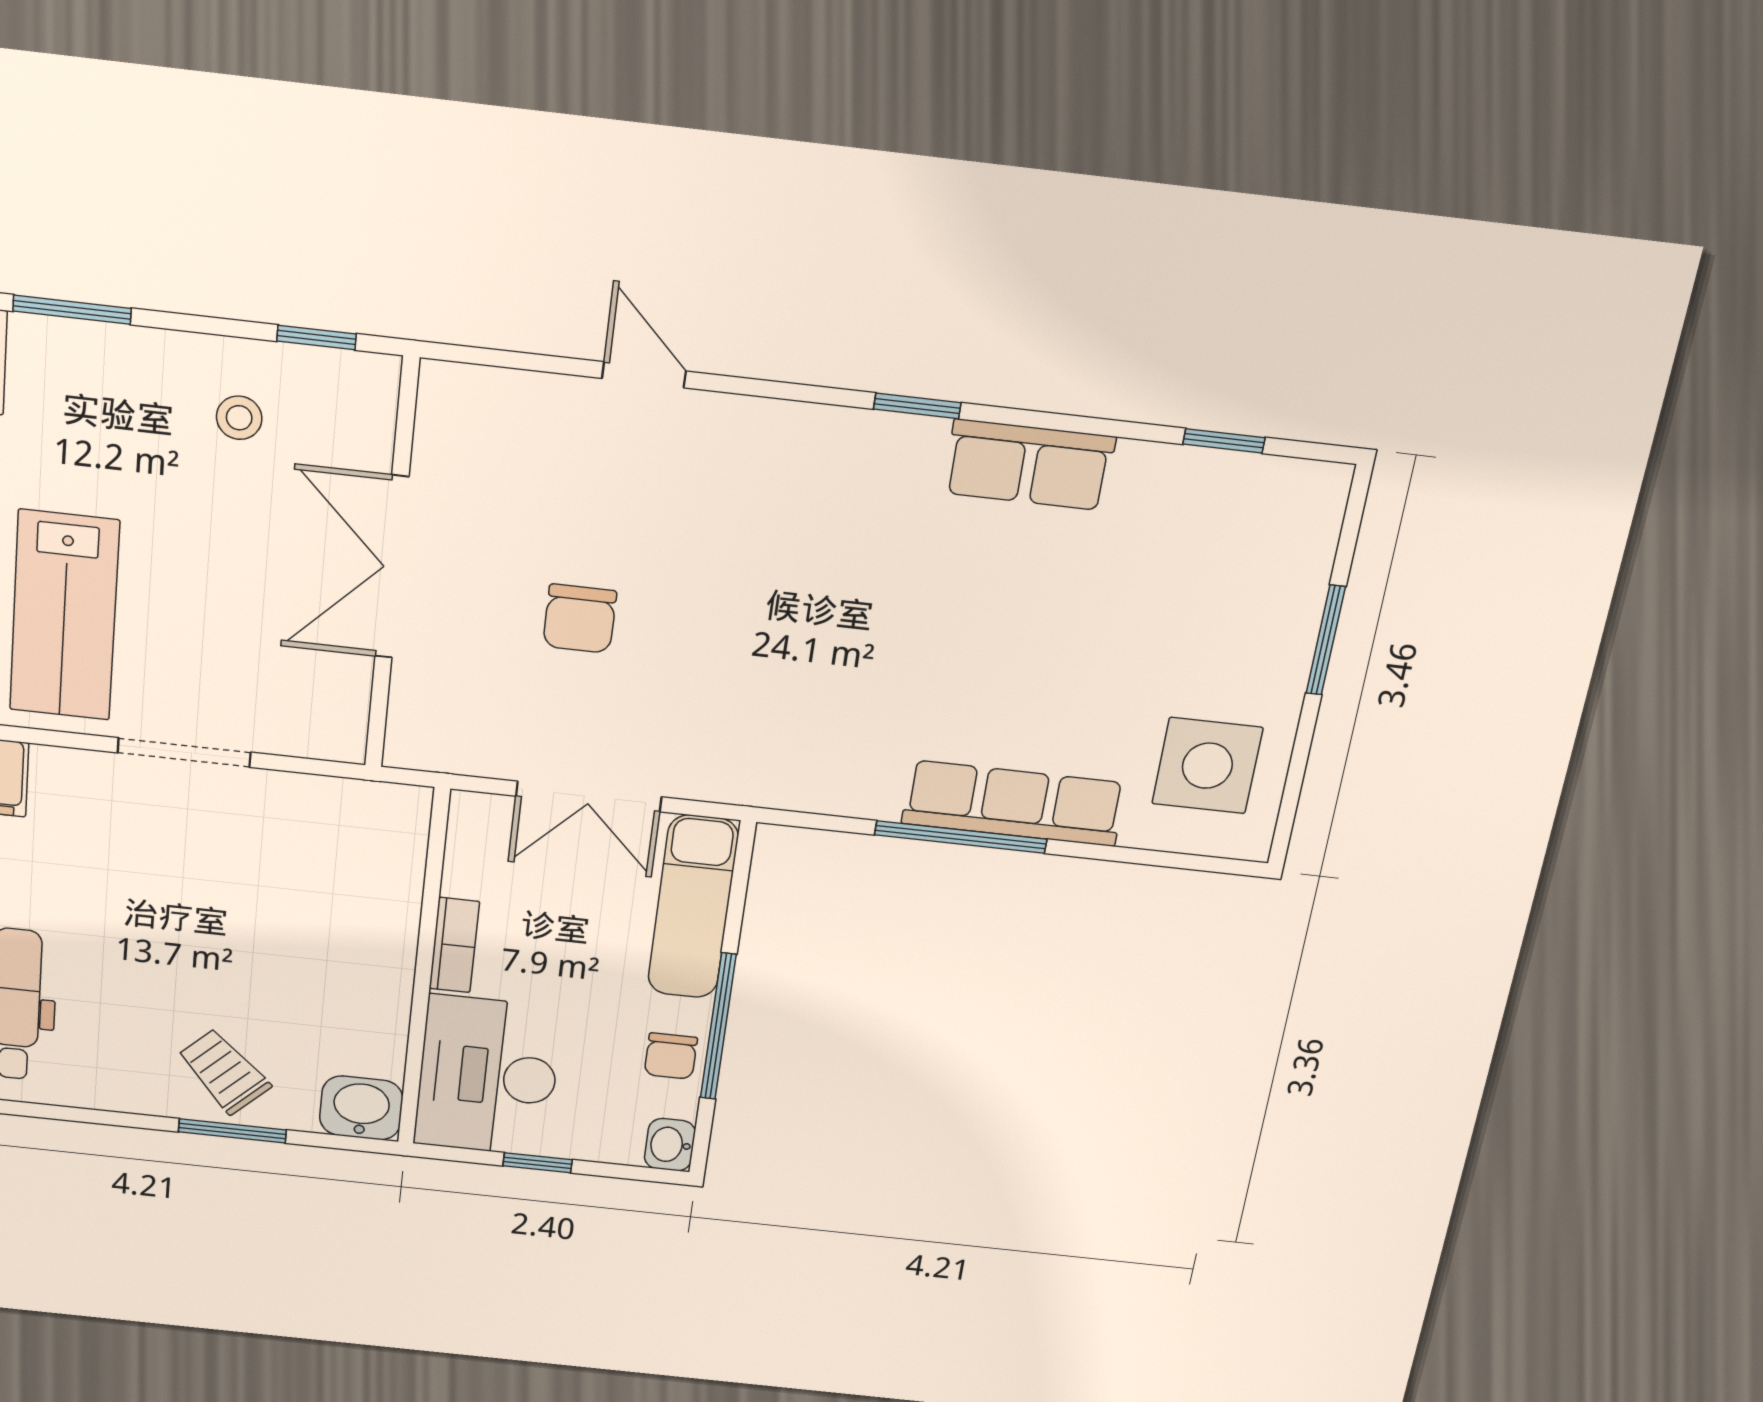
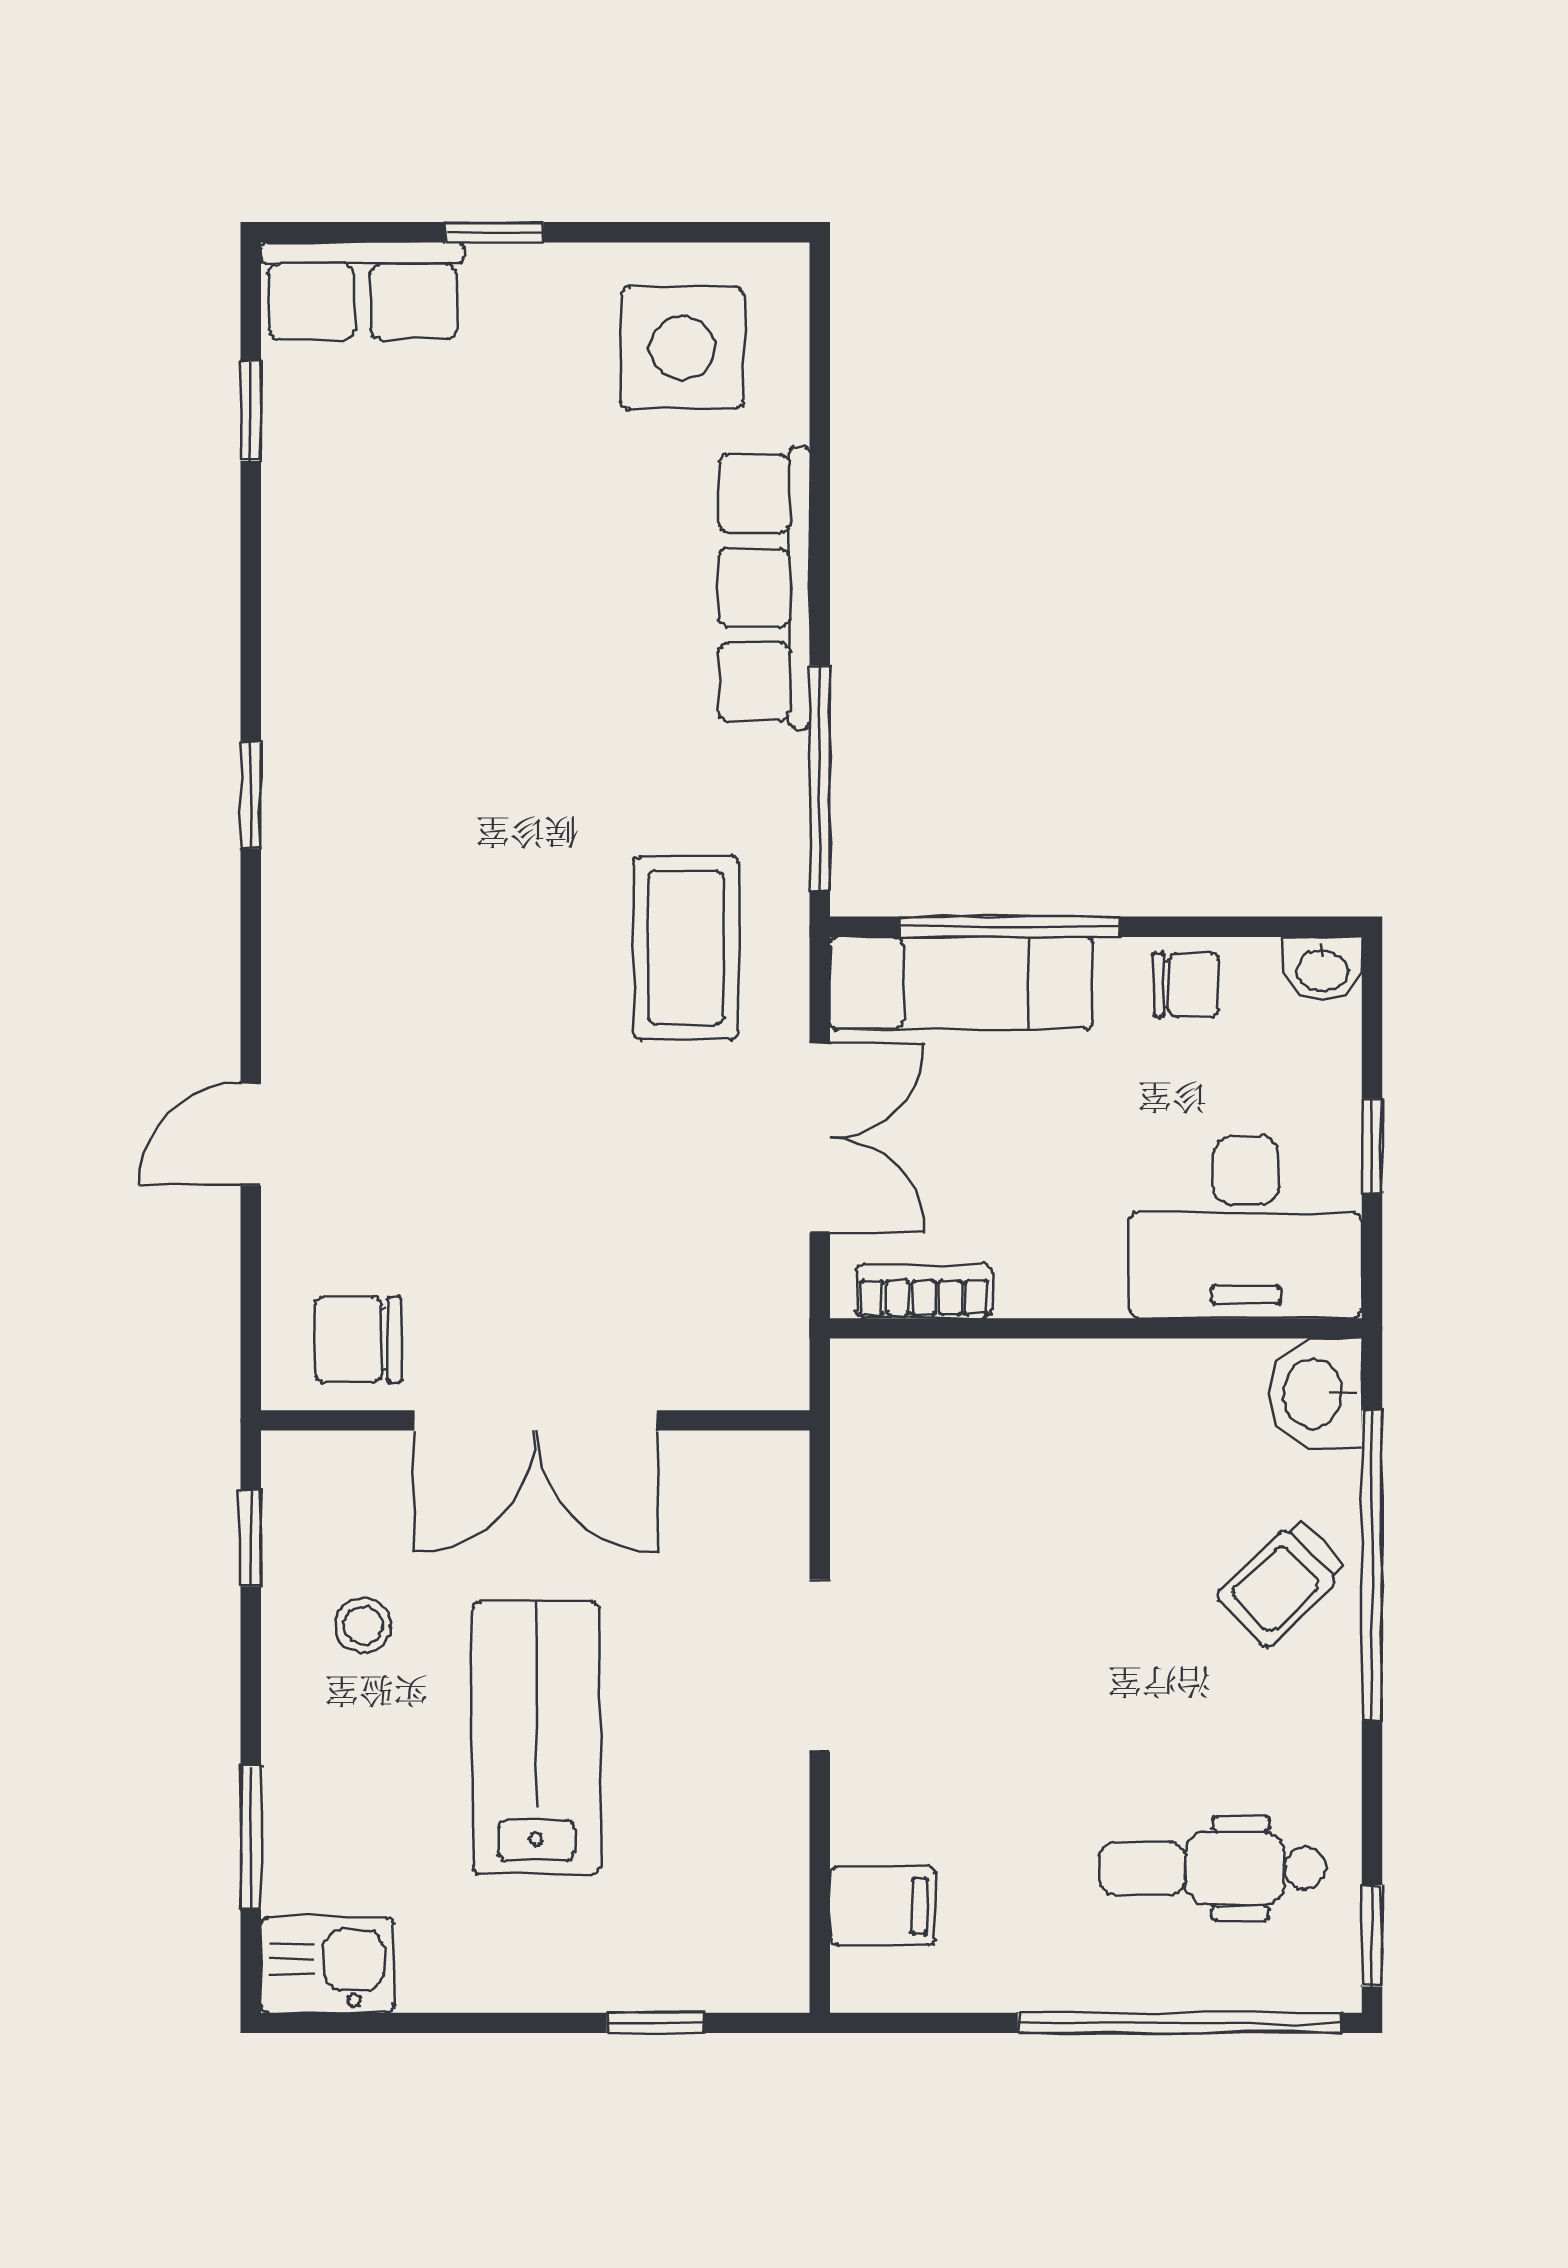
row of seats: (1029, 465) -> (362, 291), moved, turned 90
lab bench: (64, 616) -> (536, 1738), moved, turned -90
chair: (580, 619) -> (359, 1339), moved, turned 180
window: (1326, 640) -> (494, 232), width x0.67
coffee table: (747, 718) -> (686, 948), added
window: (961, 837) -> (820, 778), moved
bookcase: (454, 945) -> (924, 1291), moved
window: (718, 1027) -> (1009, 927), moved
window: (232, 1131) -> (1372, 1565), width x2.11

